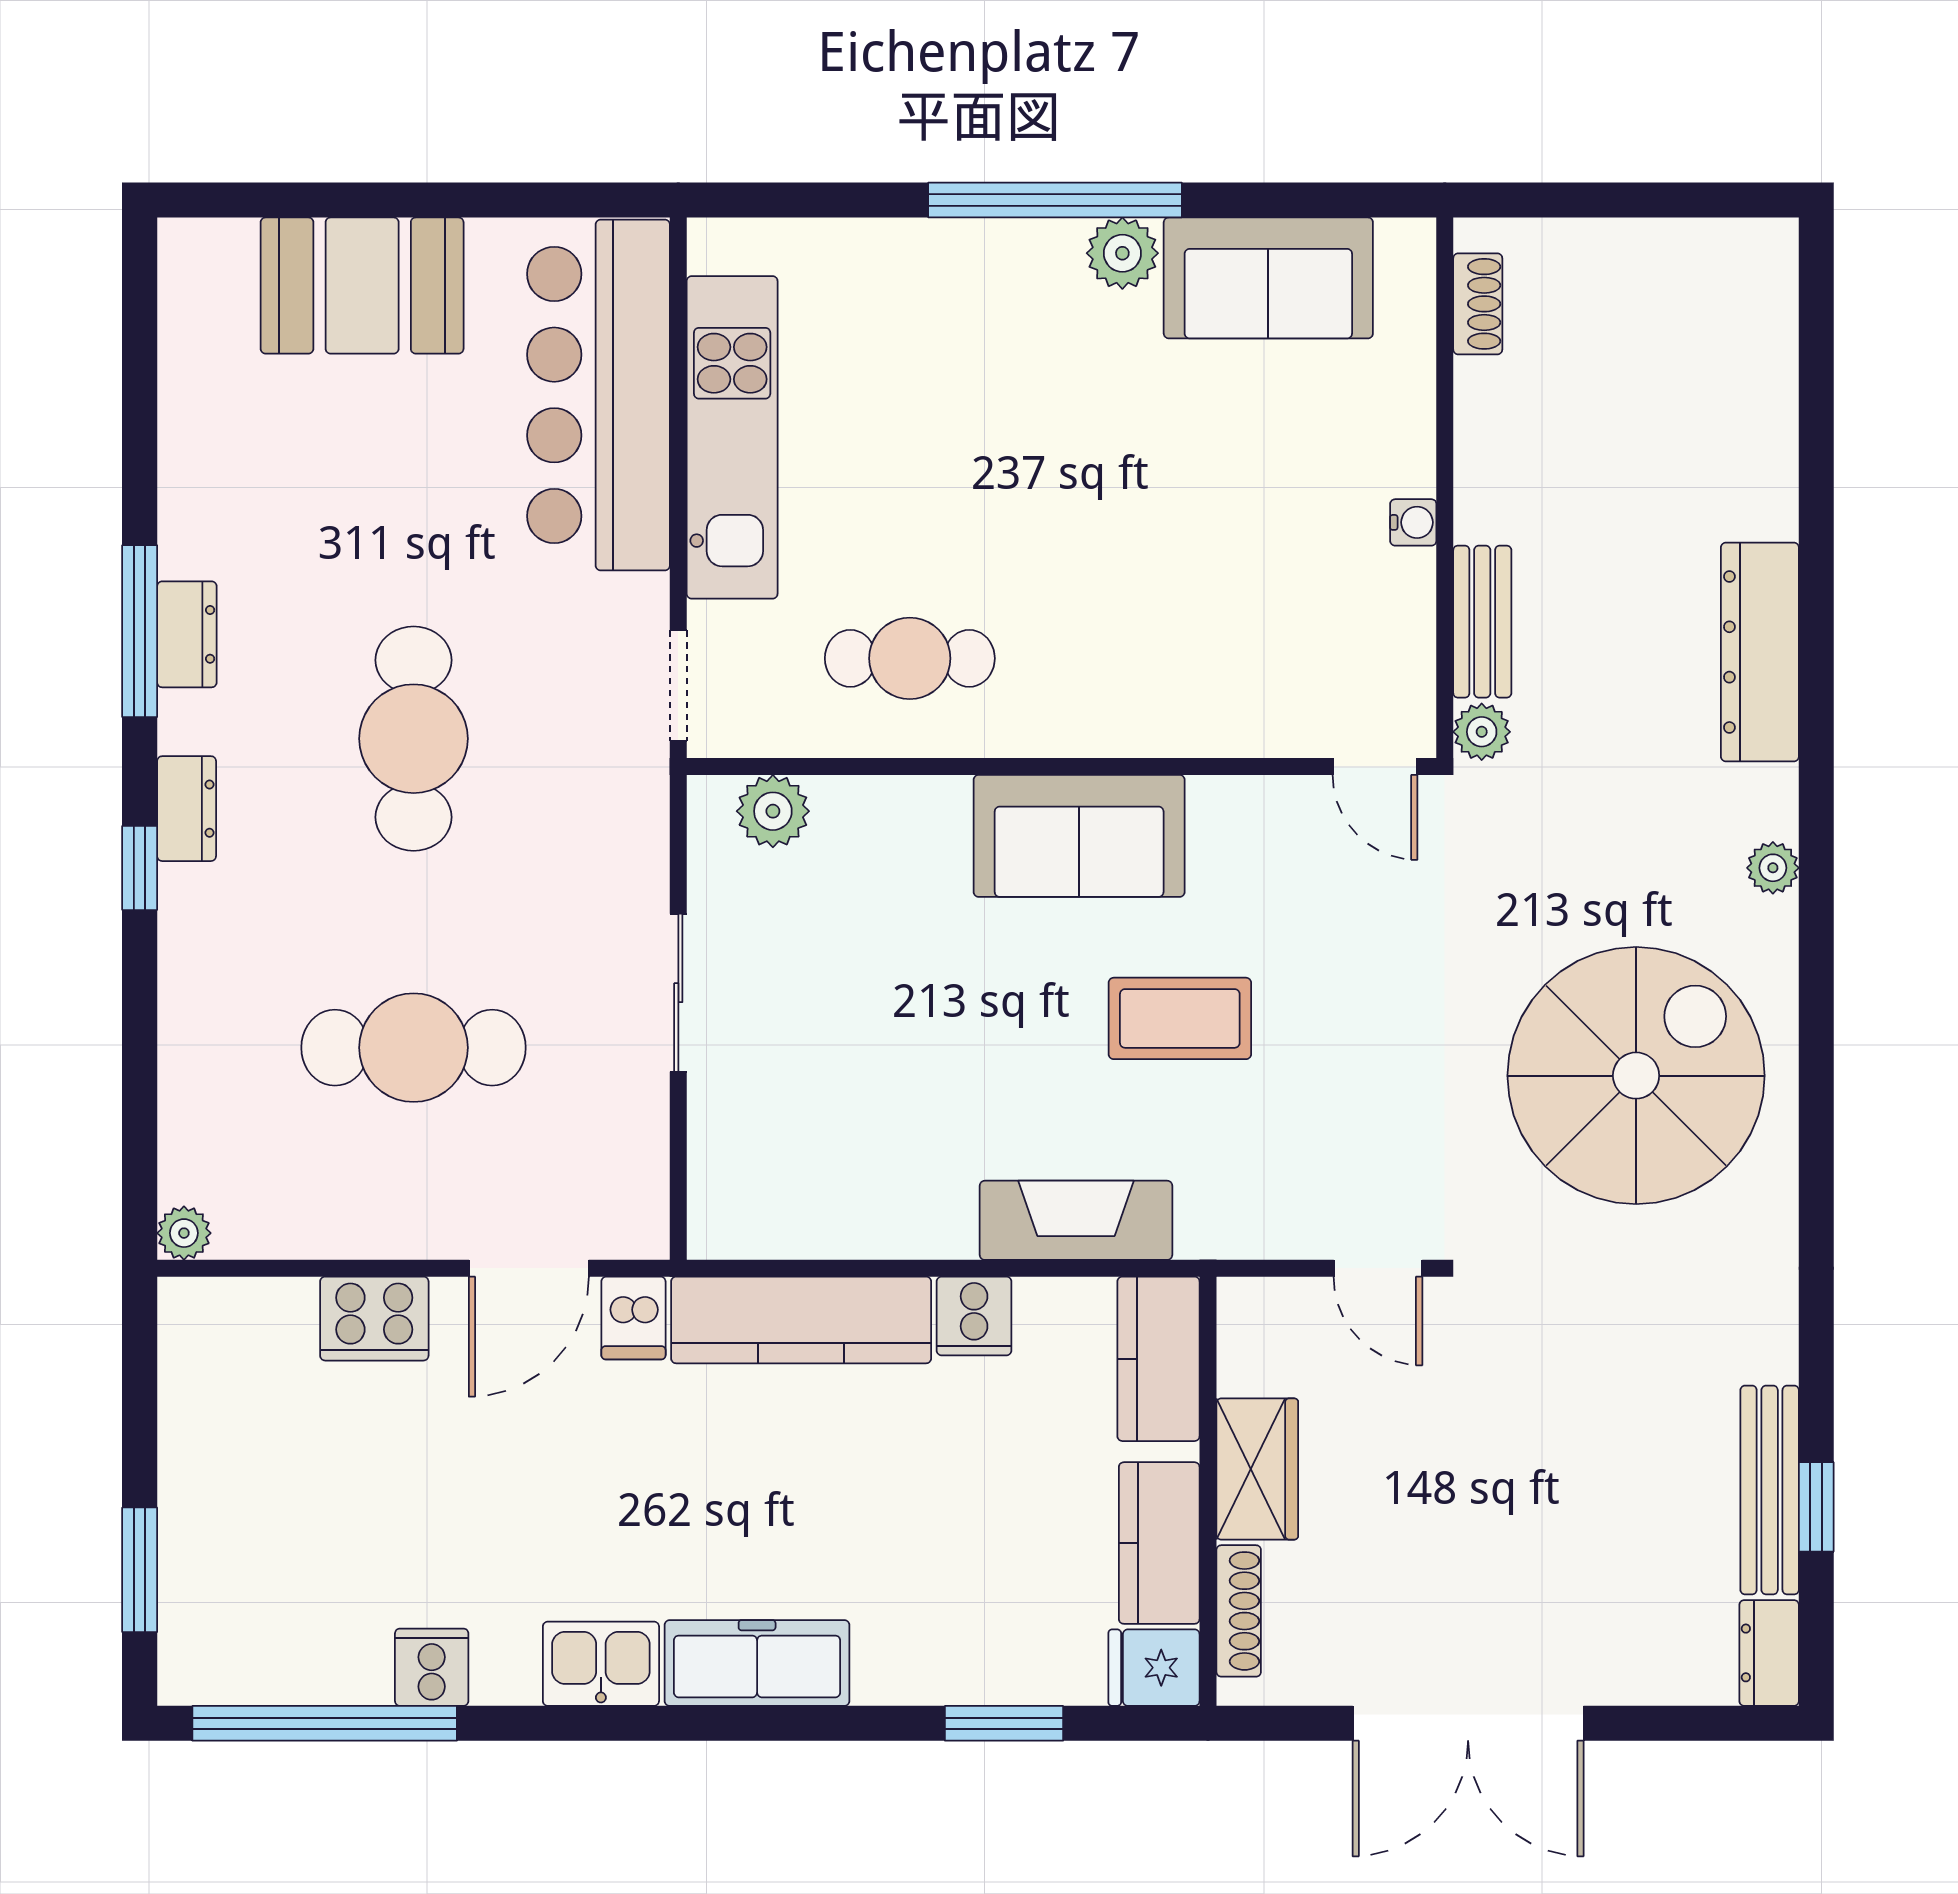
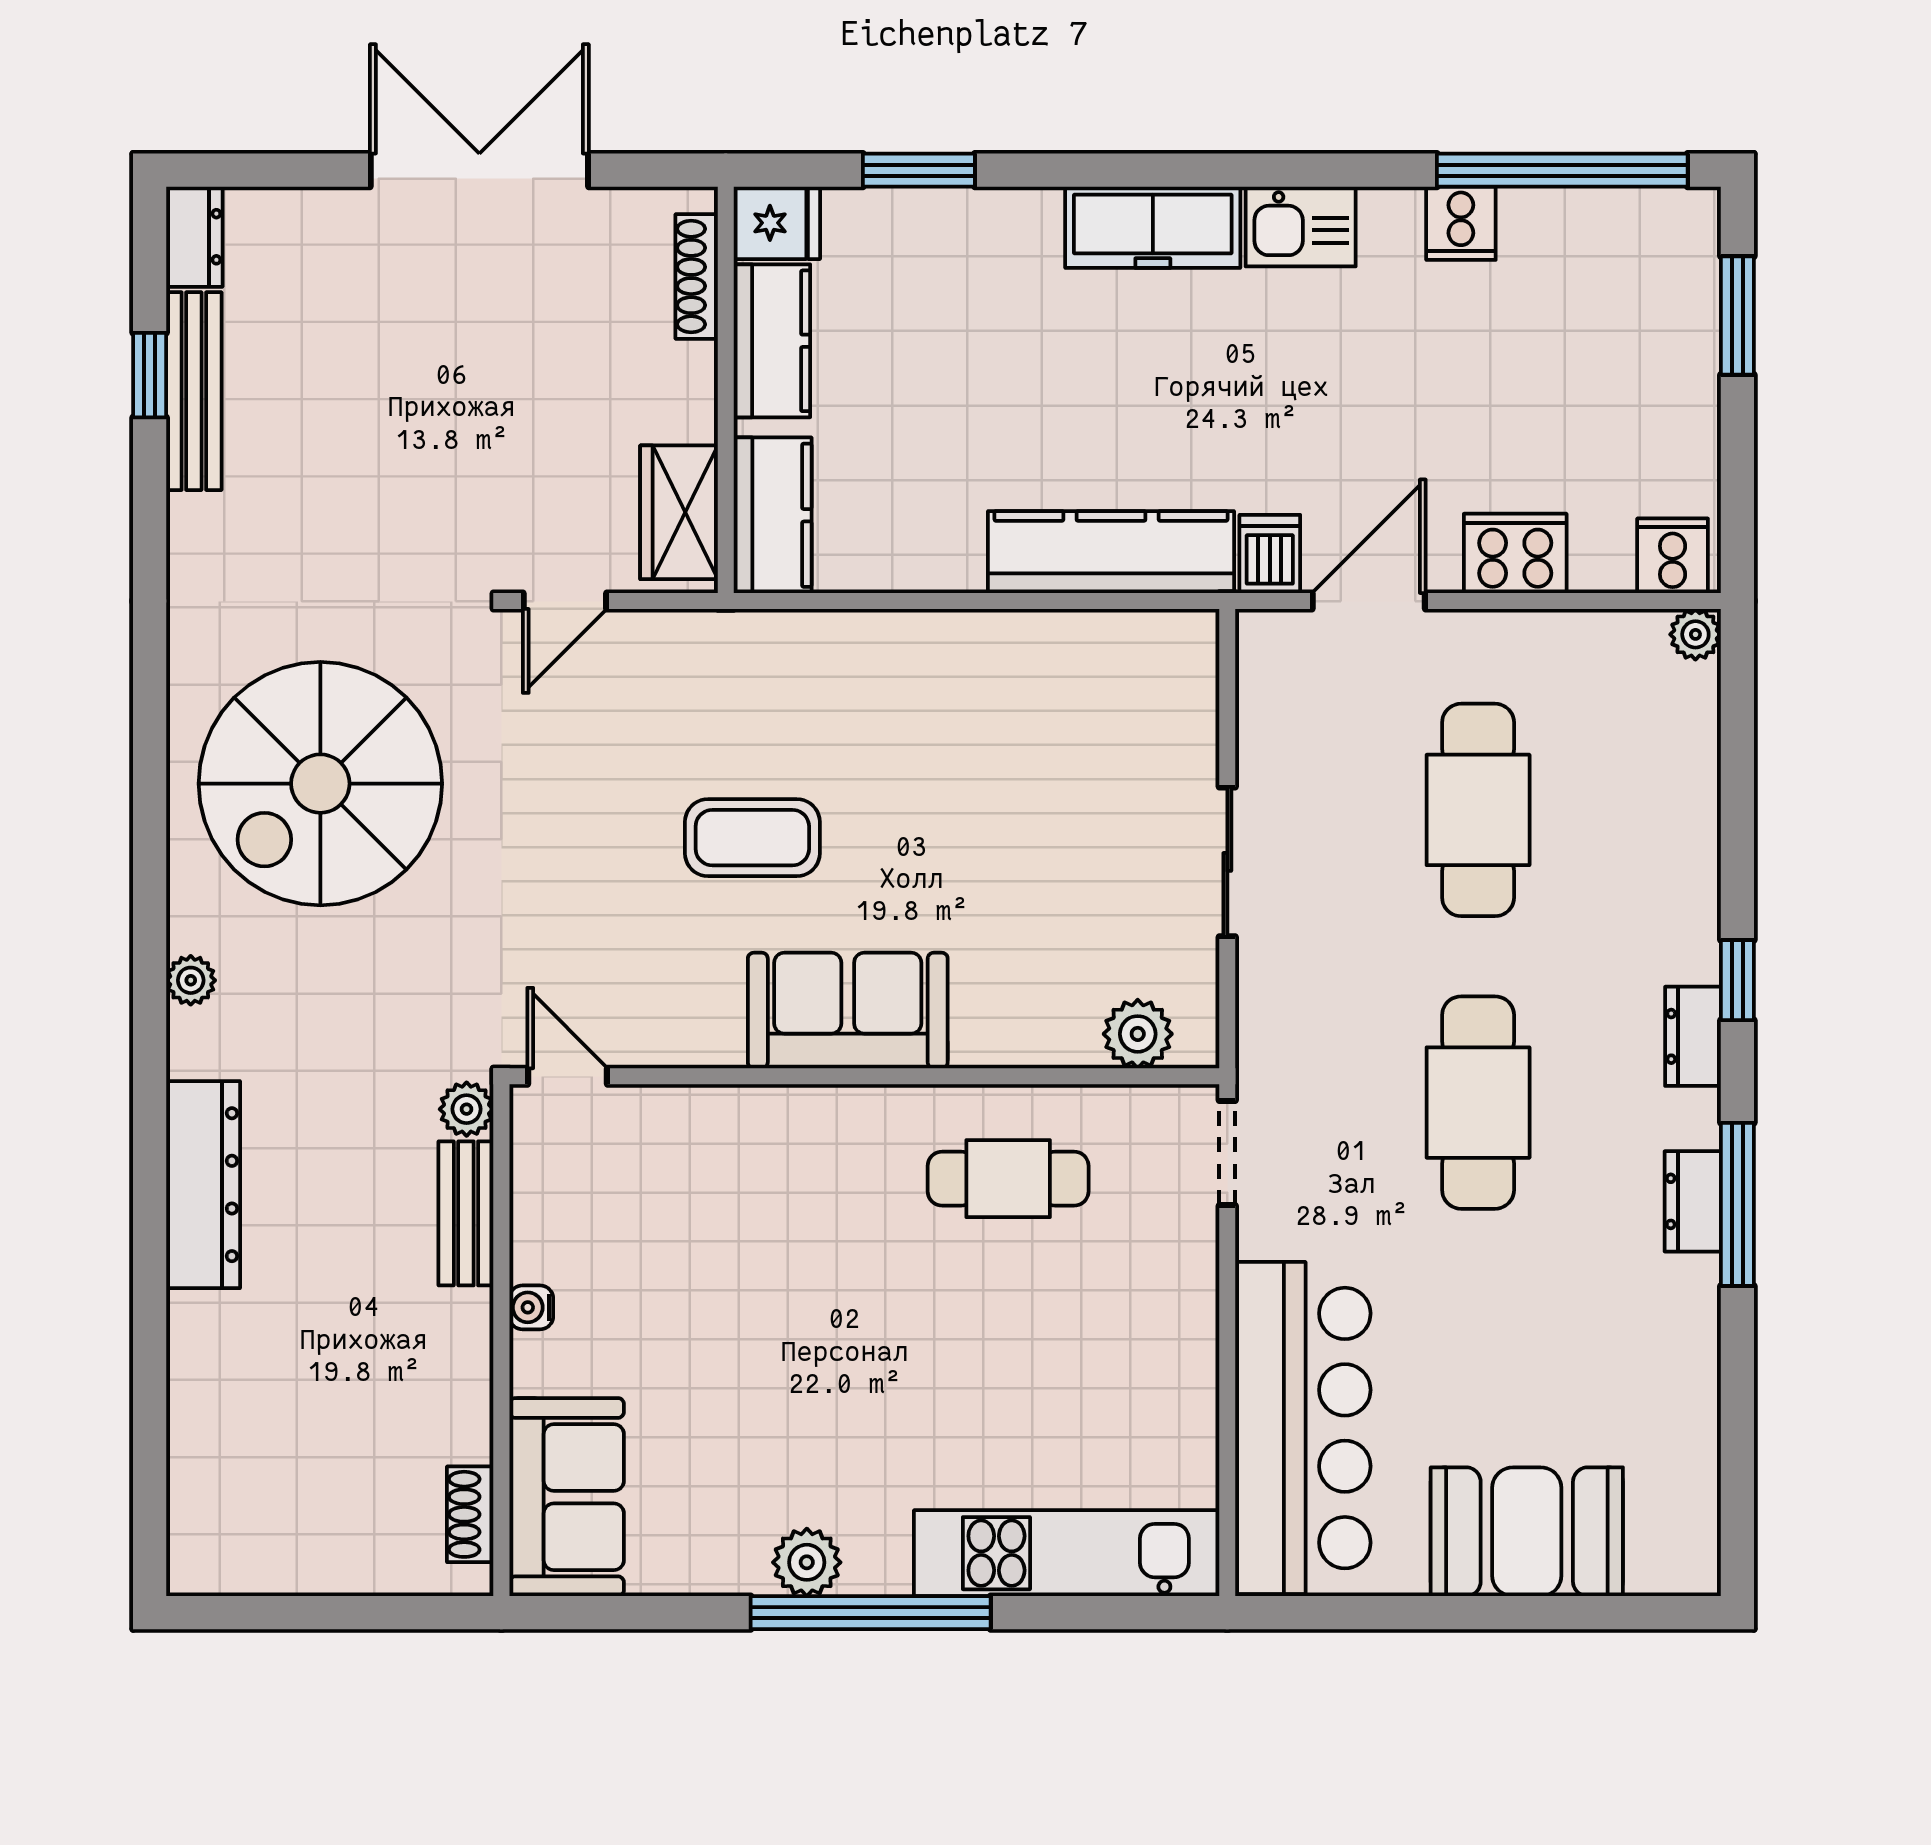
sofa: (1268, 278) -> (567, 1497), moved, turned 90
kitchen unit: (732, 437) -> (1067, 1553), moved, turned 90
cafe table: (414, 1048) -> (1478, 810), turned 90
fireplace: (1076, 1220) -> (851, 646), removed
door: (1378, 1268) -> (565, 601), swing flipped
cooker: (974, 1316) -> (1673, 556), moved
wardrobe: (1257, 1469) -> (679, 512), moved

